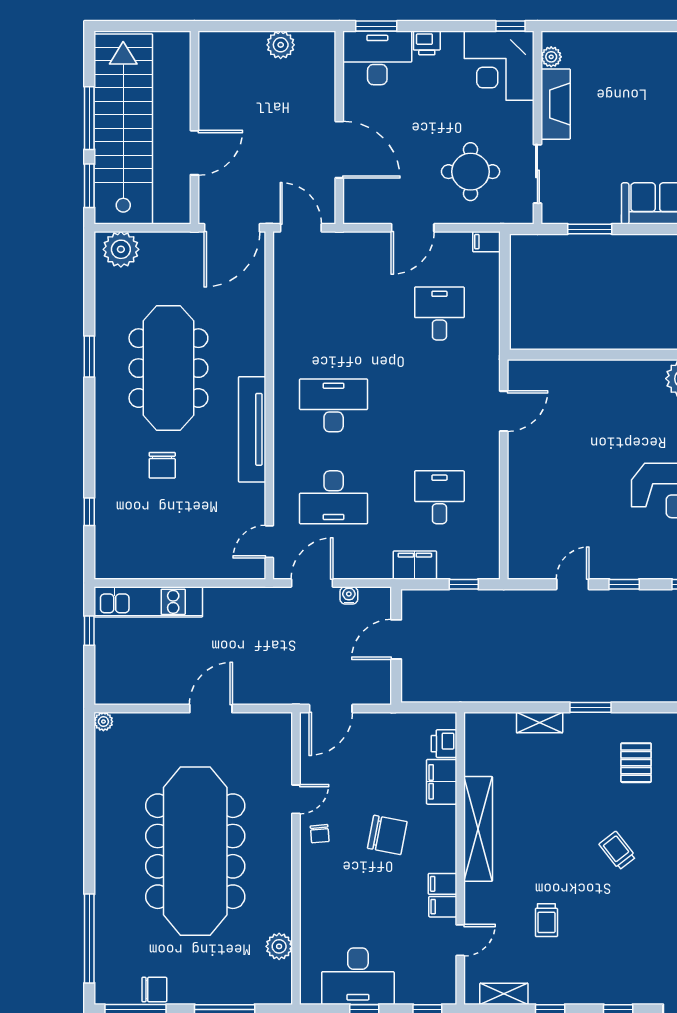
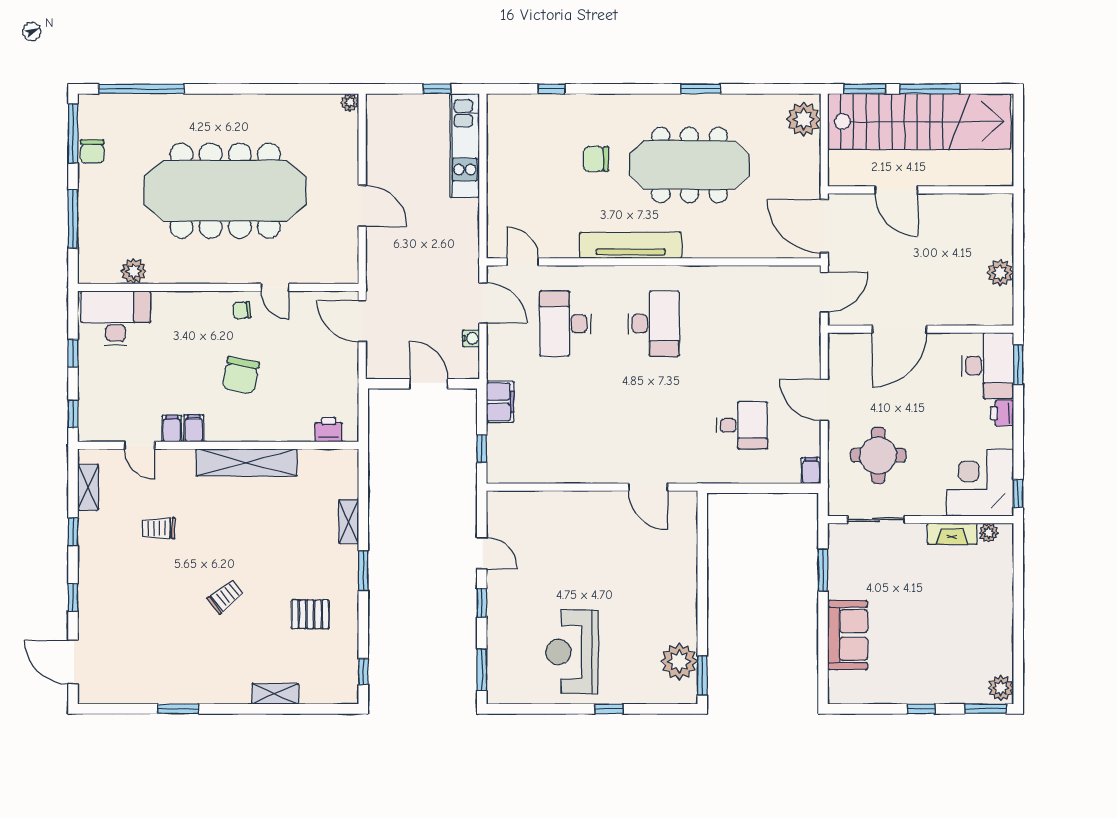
fireplace: (556, 104) -> (952, 534), width x0.73, depth x0.76
desk: (439, 497) -> (565, 425), removed
filing cabinet: (442, 782) -> (292, 427), removed
desk: (358, 976) -> (116, 318), moved, turned 90

